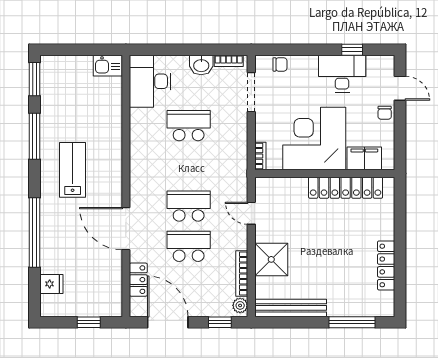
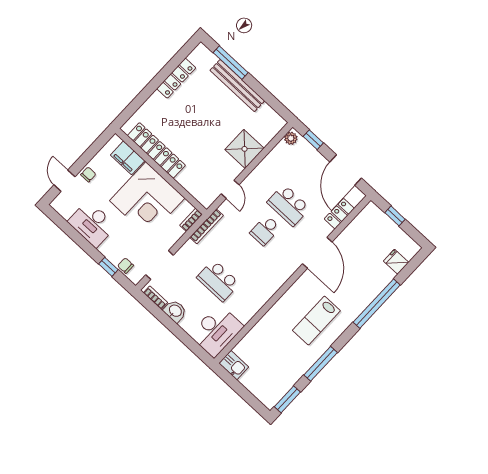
window: (352, 50) -> (108, 267), moved
school desk: (189, 206) -> (265, 230), width x0.54
bookcase: (242, 273) -> (207, 226), moved
bench: (291, 308) -> (237, 86), moved

